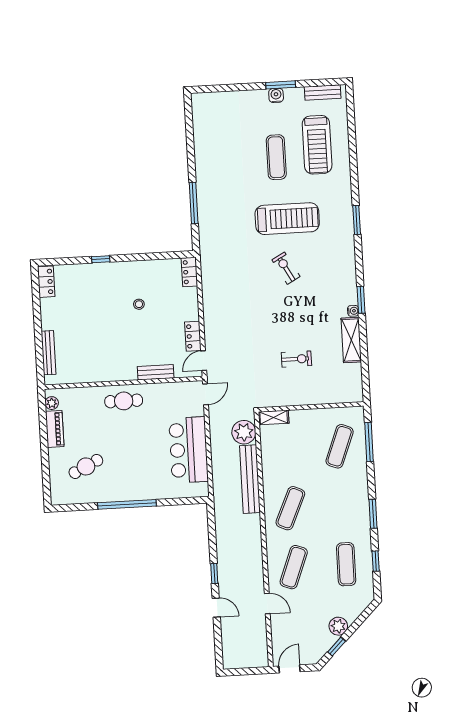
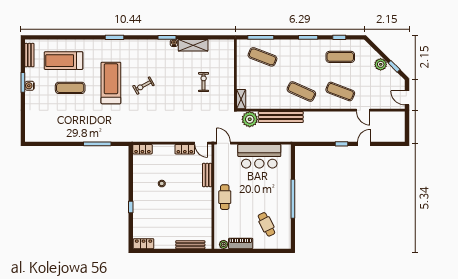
treadmill: (317, 145) -> (63, 61), turned 180
door: (267, 604) -> (363, 110), swing flipped

